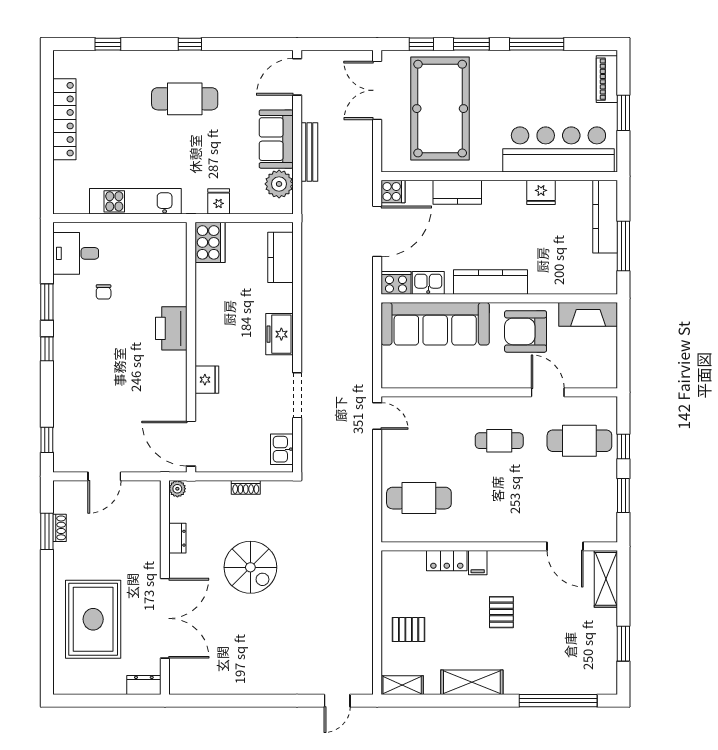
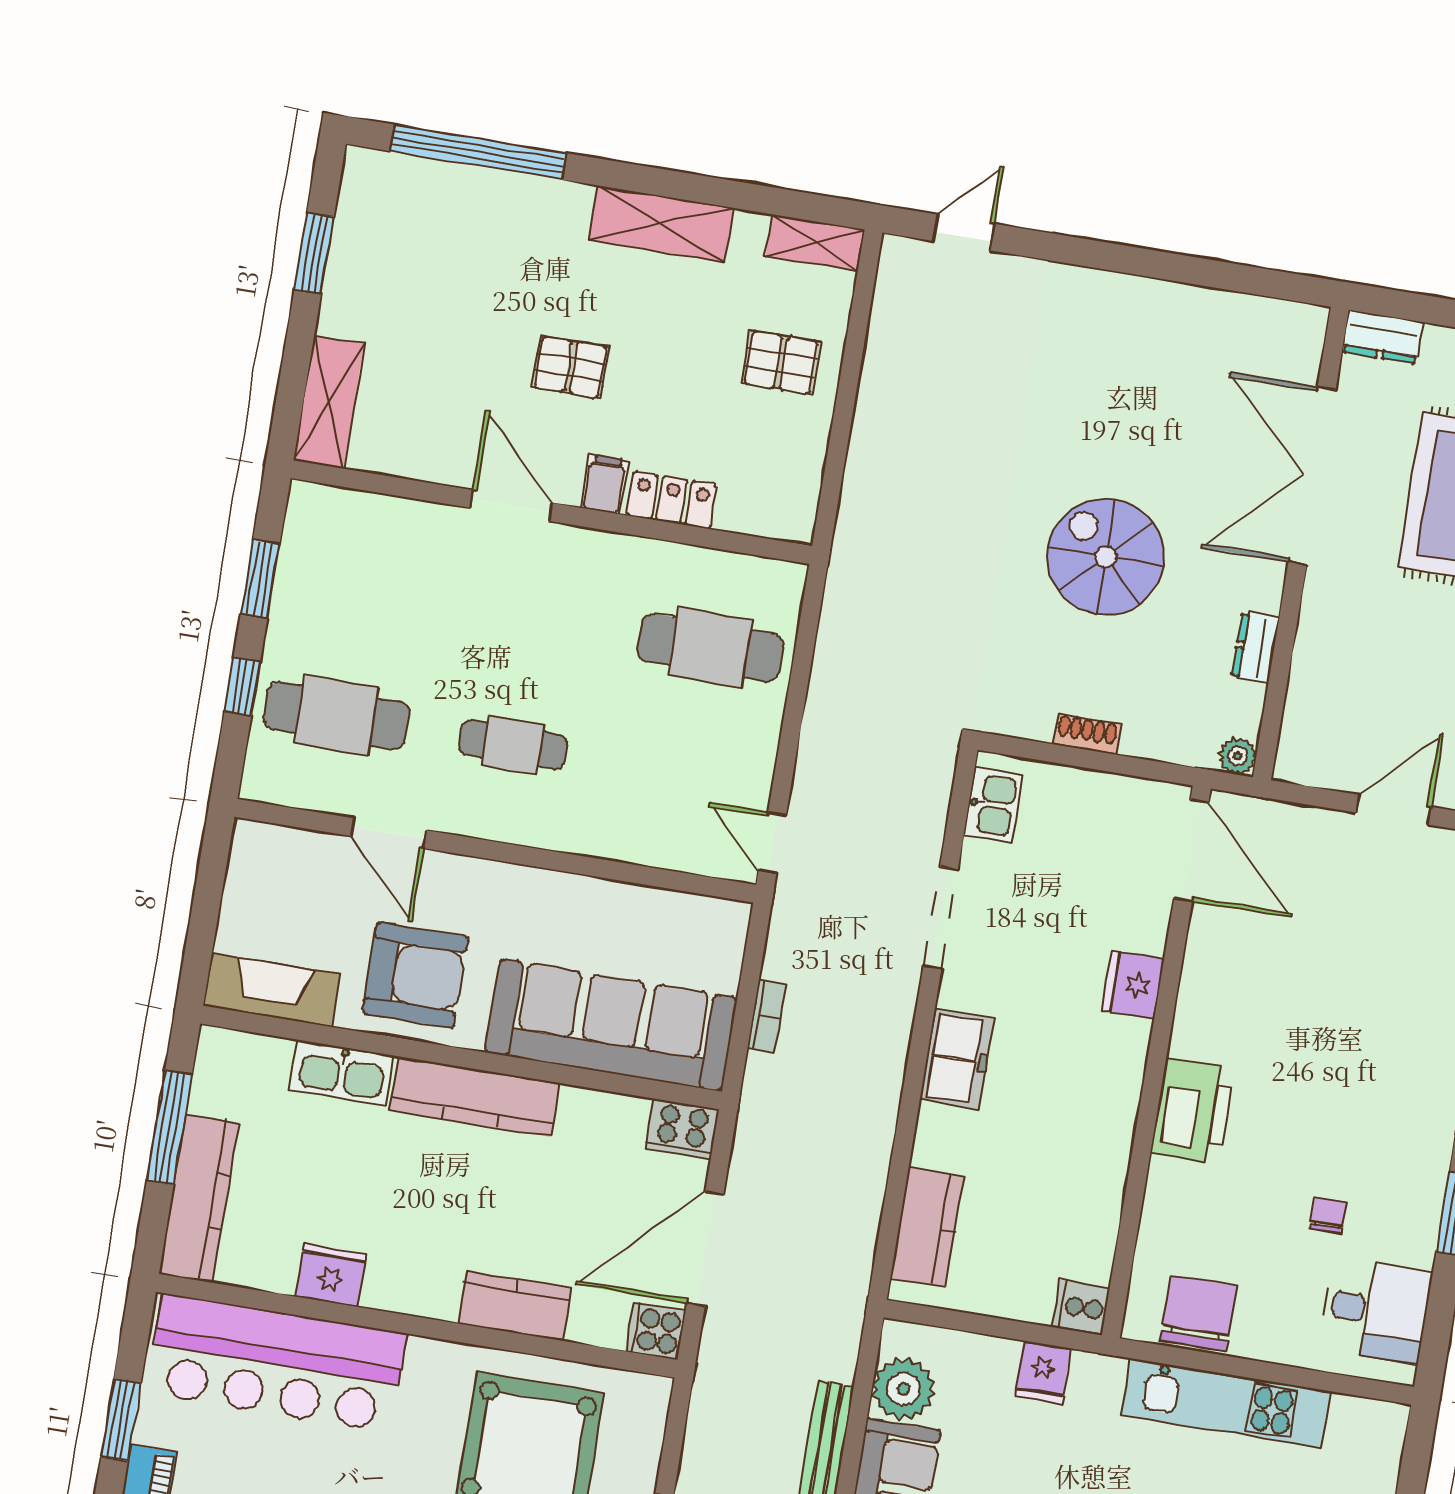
chair: (154, 239) -> (1198, 1313), added
cooker: (210, 242) -> (1081, 1308), width x0.53, depth x0.76
kitchen sink: (428, 283) -> (342, 1073), moved, width x1.38
bookcase: (367, 339) -> (767, 1016), added
door: (565, 546) -> (511, 505), moved
pallet: (501, 612) -> (571, 367), turned 90

